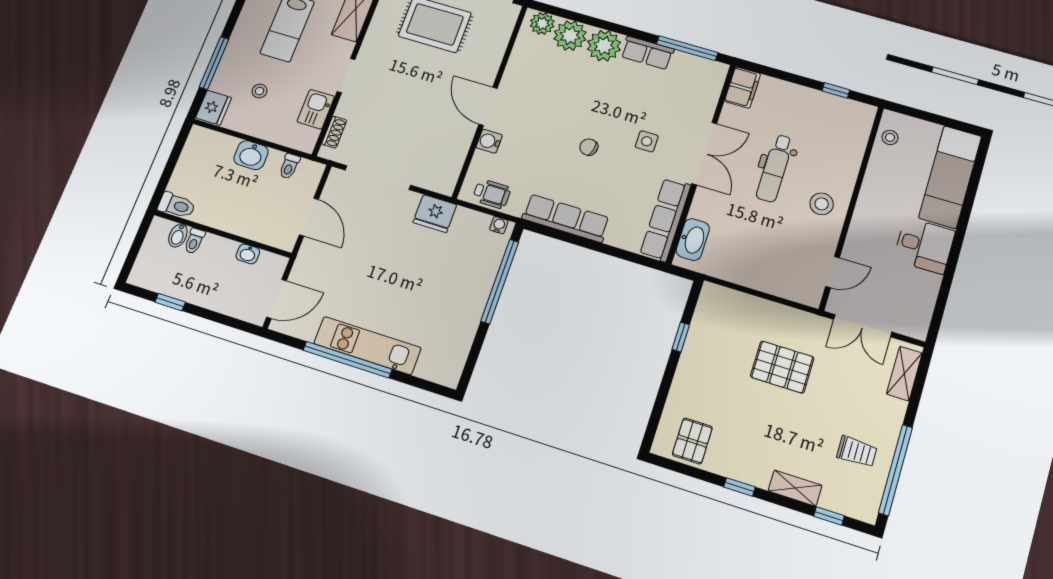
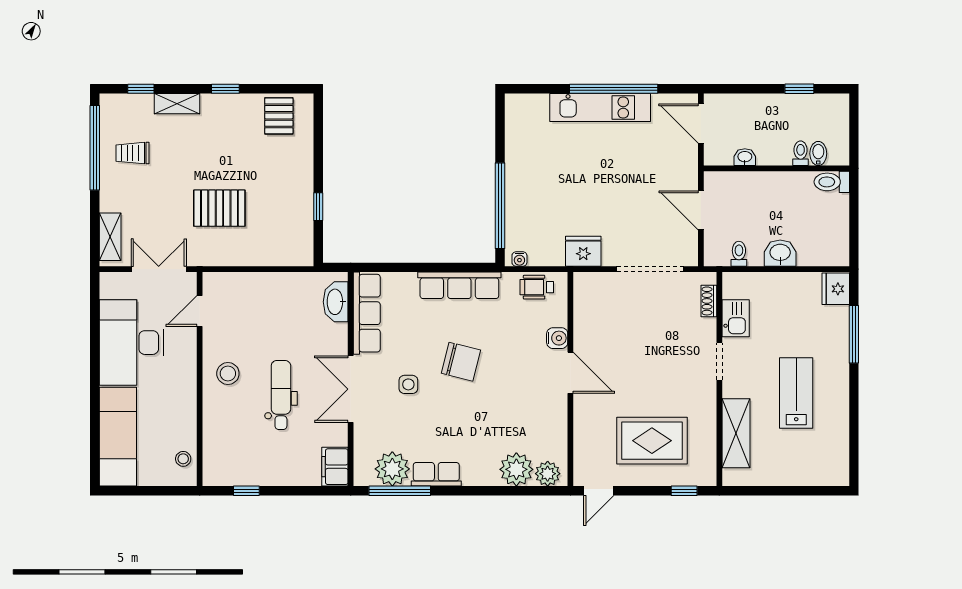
plant: (604, 46) -> (392, 469), moved
stool: (259, 91) -> (798, 320), removed
chair: (589, 147) -> (461, 362), width x1.87, depth x1.87
desk: (924, 246) -> (131, 343), width x1.87, depth x1.30
door: (277, 299) -> (701, 124), hinge flipped

